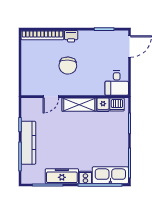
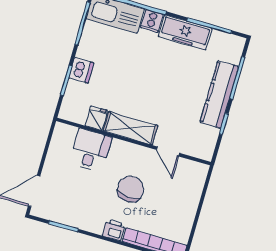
desk: (117, 83) -> (91, 150), moved
door: (51, 97) -> (168, 151), swing flipped
dishwasher: (117, 104) -> (81, 70), moved, turned 90

